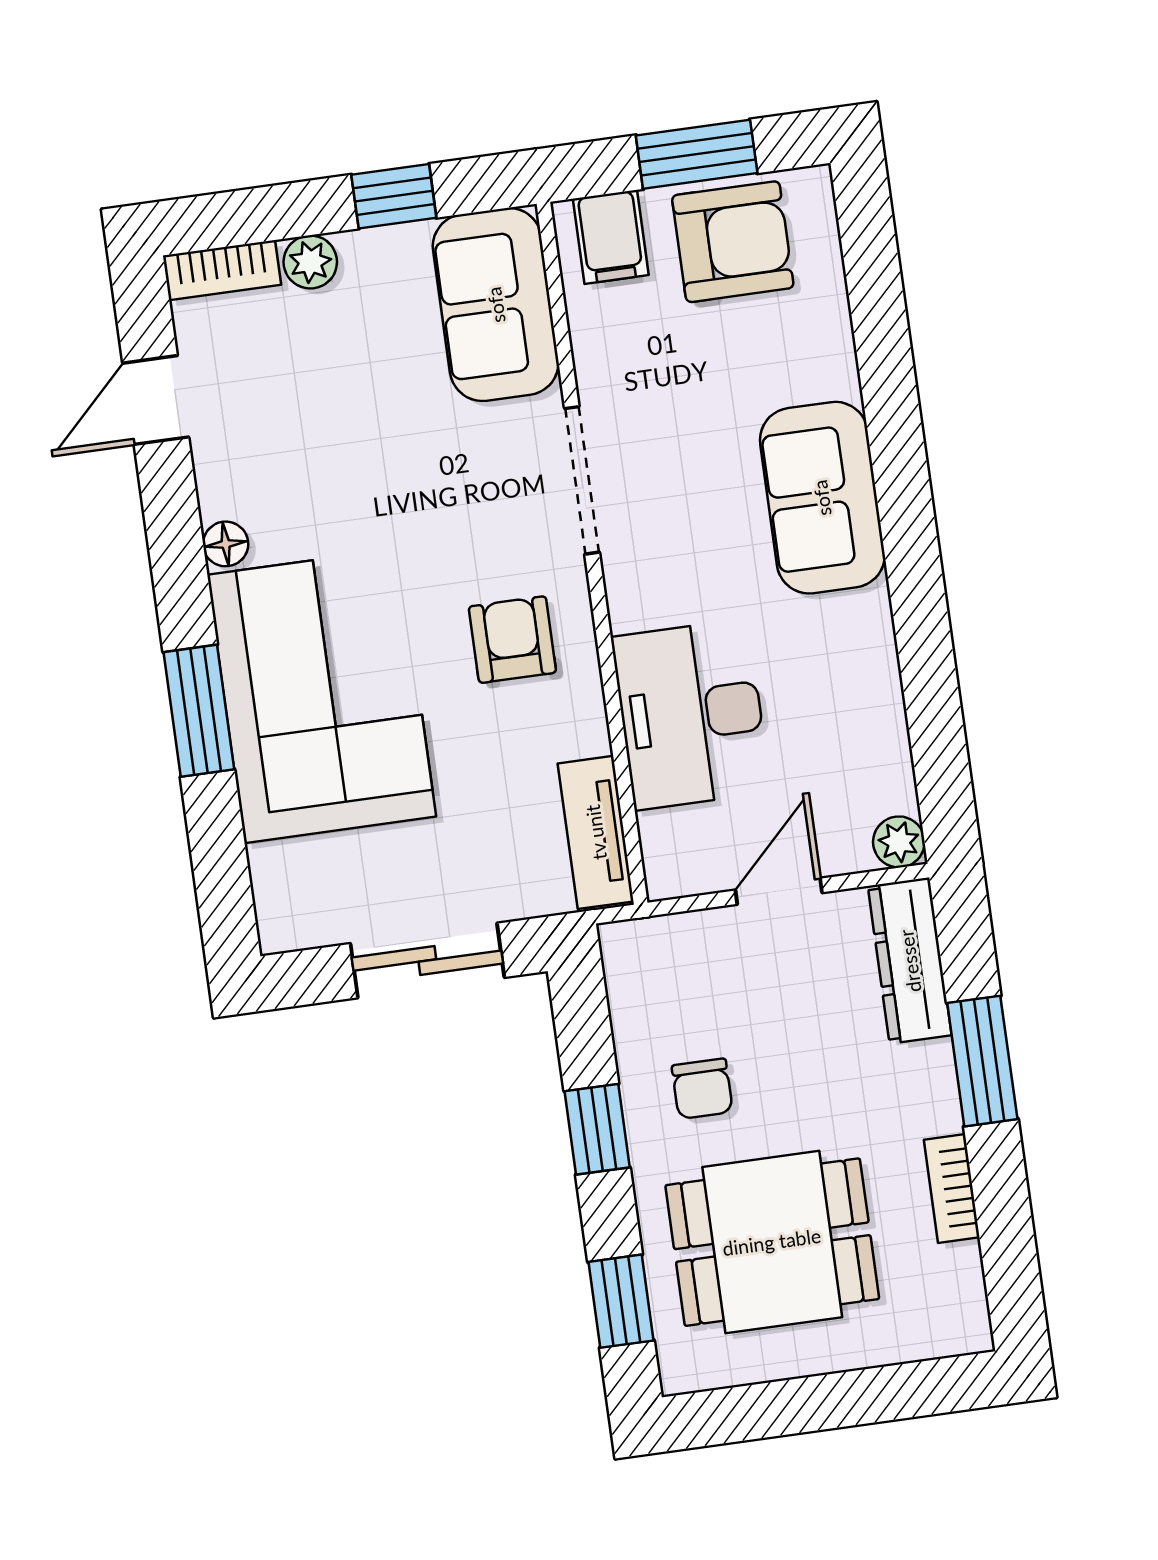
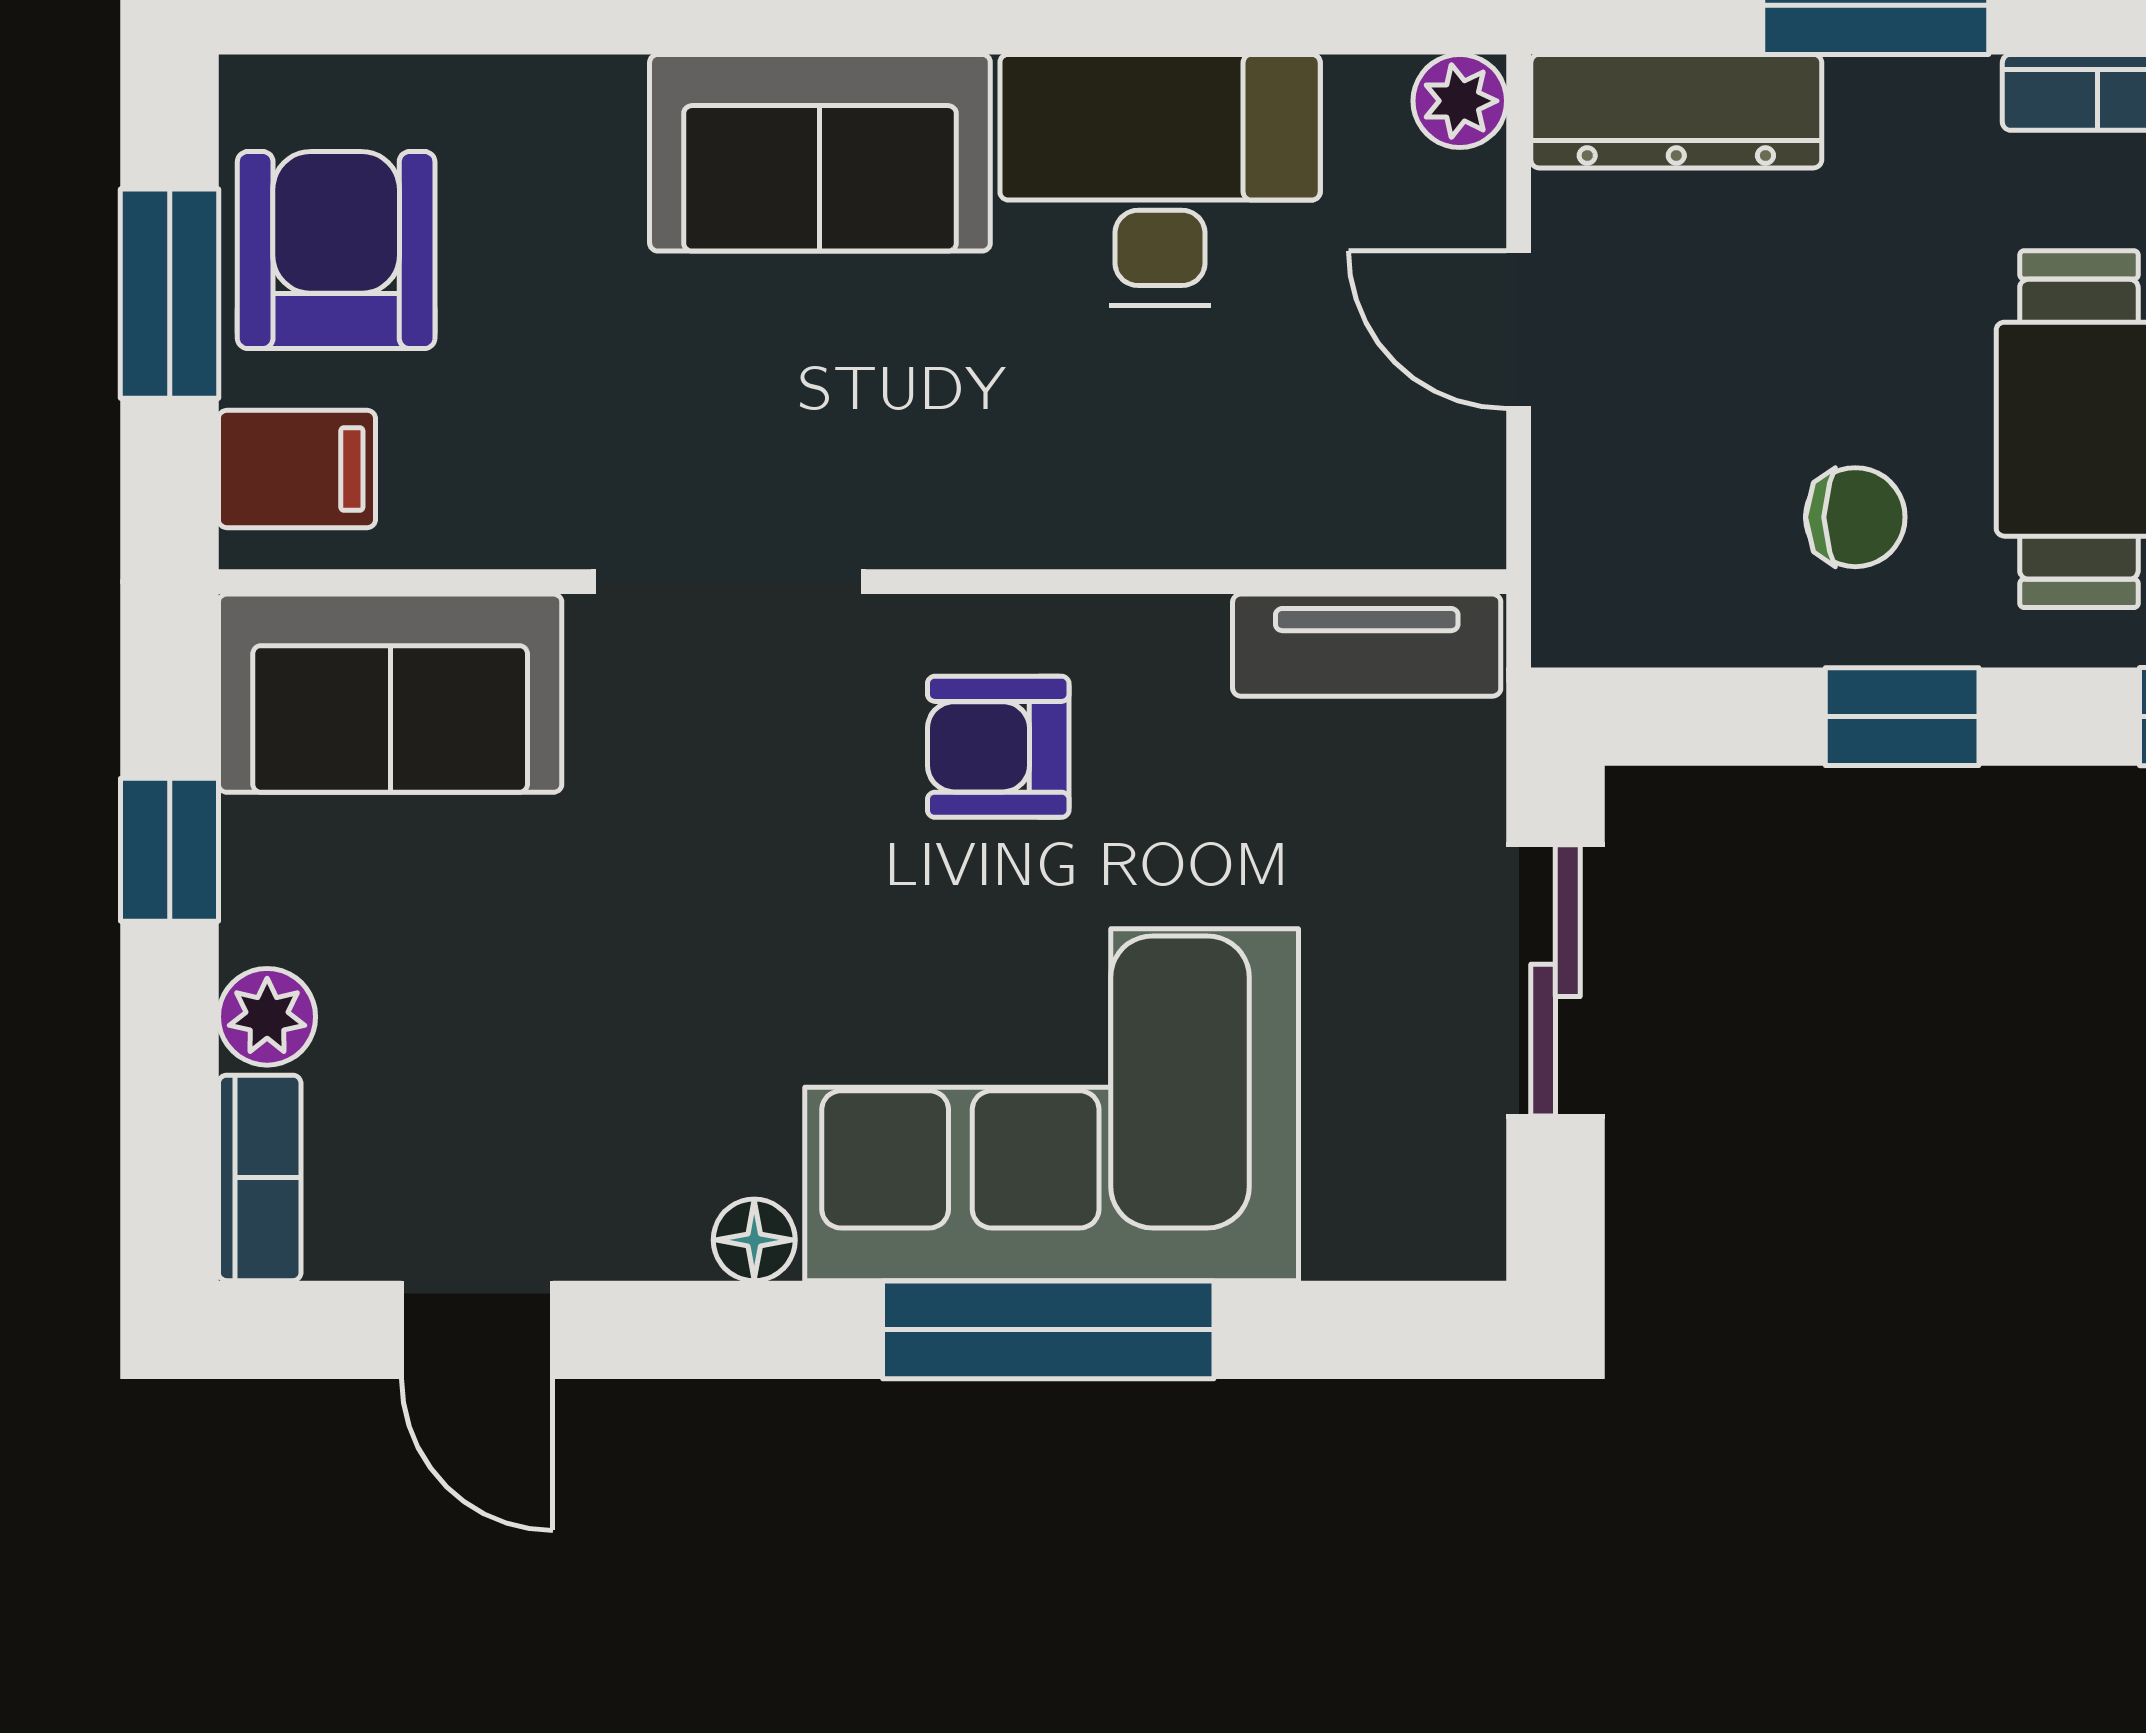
window: (199, 711) -> (1048, 1330), width x1.44
desk: (691, 714) -> (1160, 180), moved, turned 180

